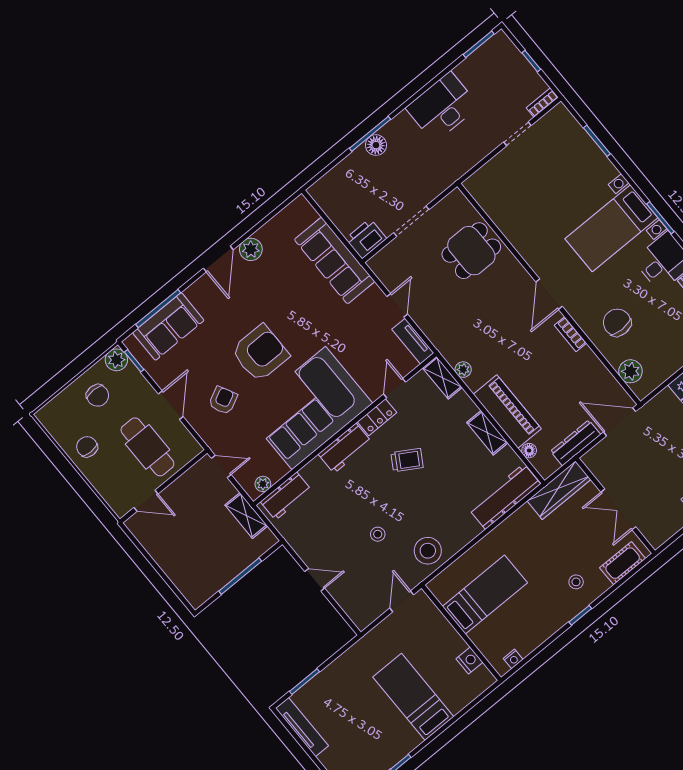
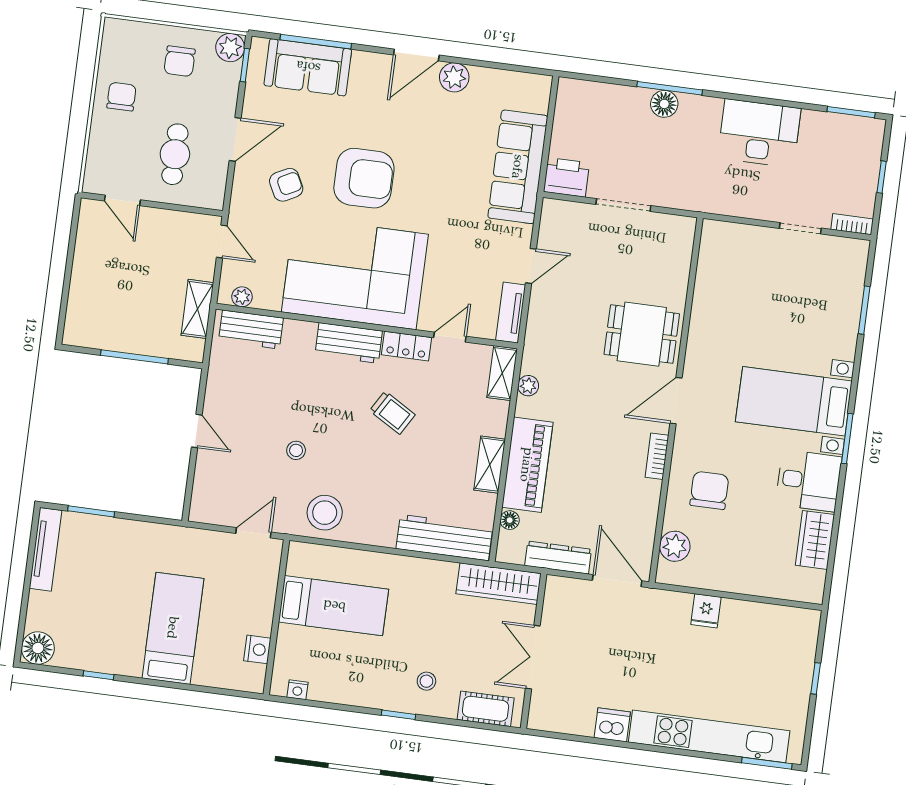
dining table: (471, 251) -> (642, 334), moved
cafe table: (147, 447) -> (175, 154), width x0.73, depth x0.74

